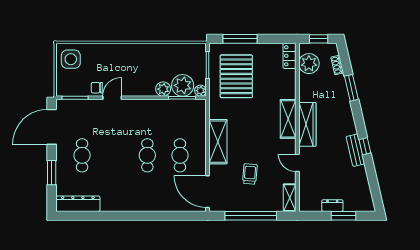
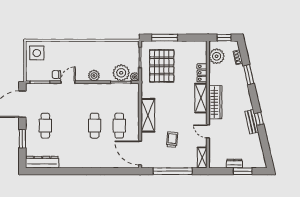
locker: (290, 56) -> (202, 73), moved
plant: (163, 89) -> (94, 76), moved

